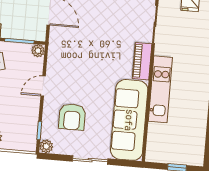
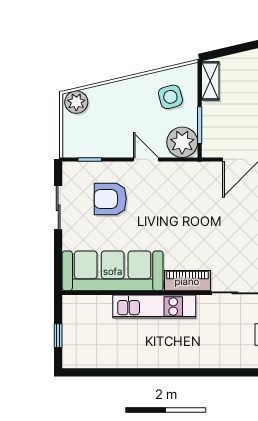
plant: (38, 51) -> (182, 142), width x1.88, depth x1.88
plant: (46, 146) -> (71, 170), removed
sliding door: (90, 160) -> (58, 208), moved

